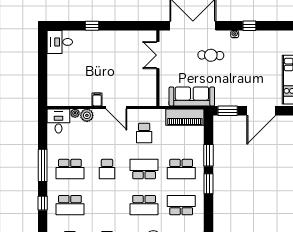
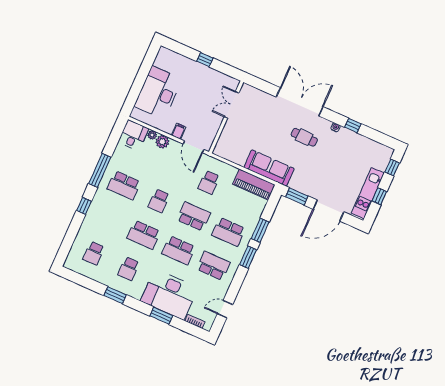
desk: (60, 42) -> (158, 93), moved, width x1.87, depth x1.30
double door: (158, 55) -> (232, 105), moved
wall: (158, 68) -> (226, 117), moved
school desk: (70, 205) -> (144, 235), moved

